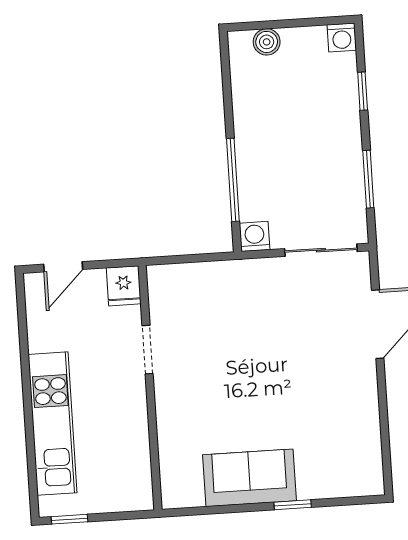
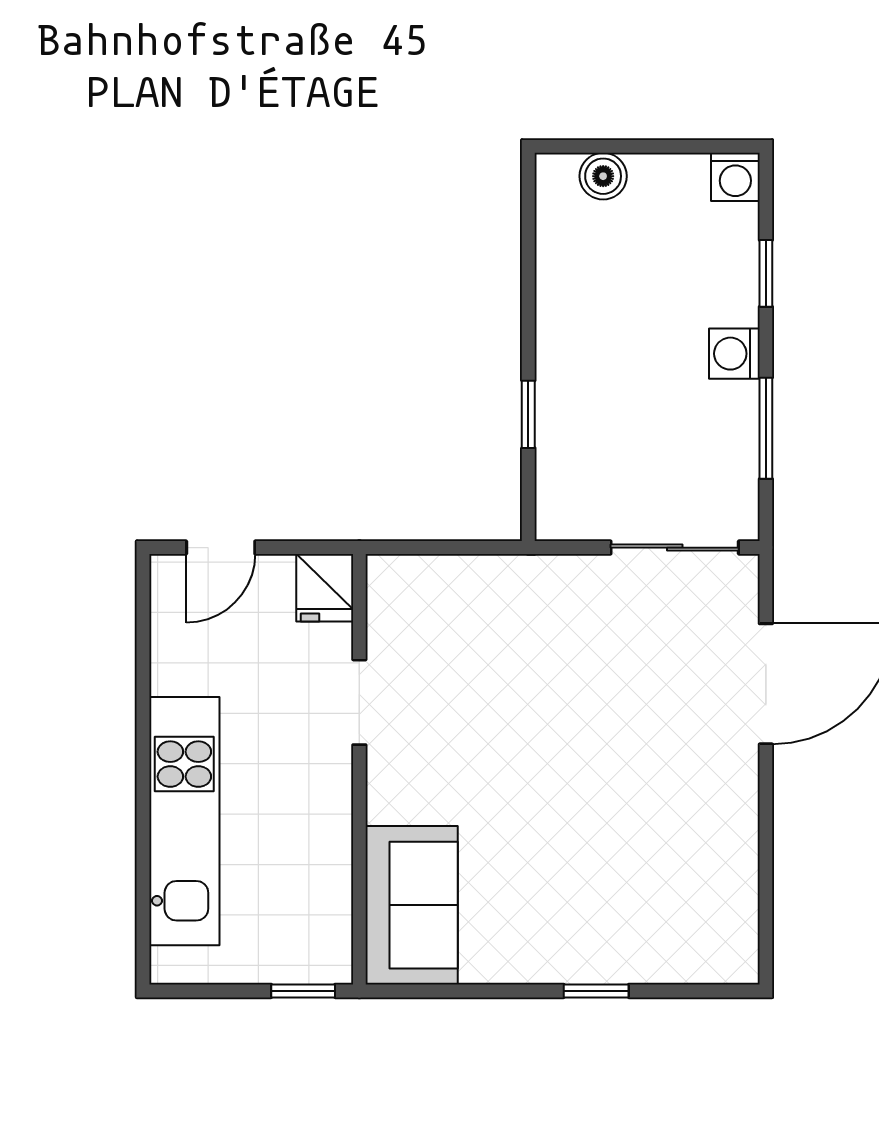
window: (233, 180) -> (528, 414), width x0.46
washing machine: (255, 236) -> (734, 354), moved, turned -90
sofa: (250, 478) -> (412, 905), moved, turned 90
window: (69, 519) -> (303, 991), moved

